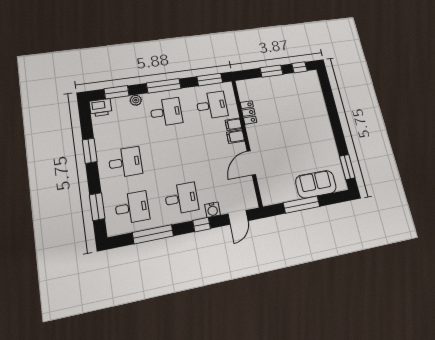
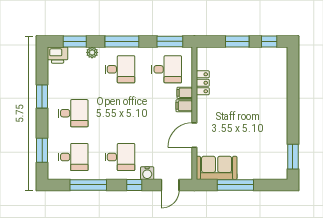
sofa: (316, 184) -> (217, 168), moved

